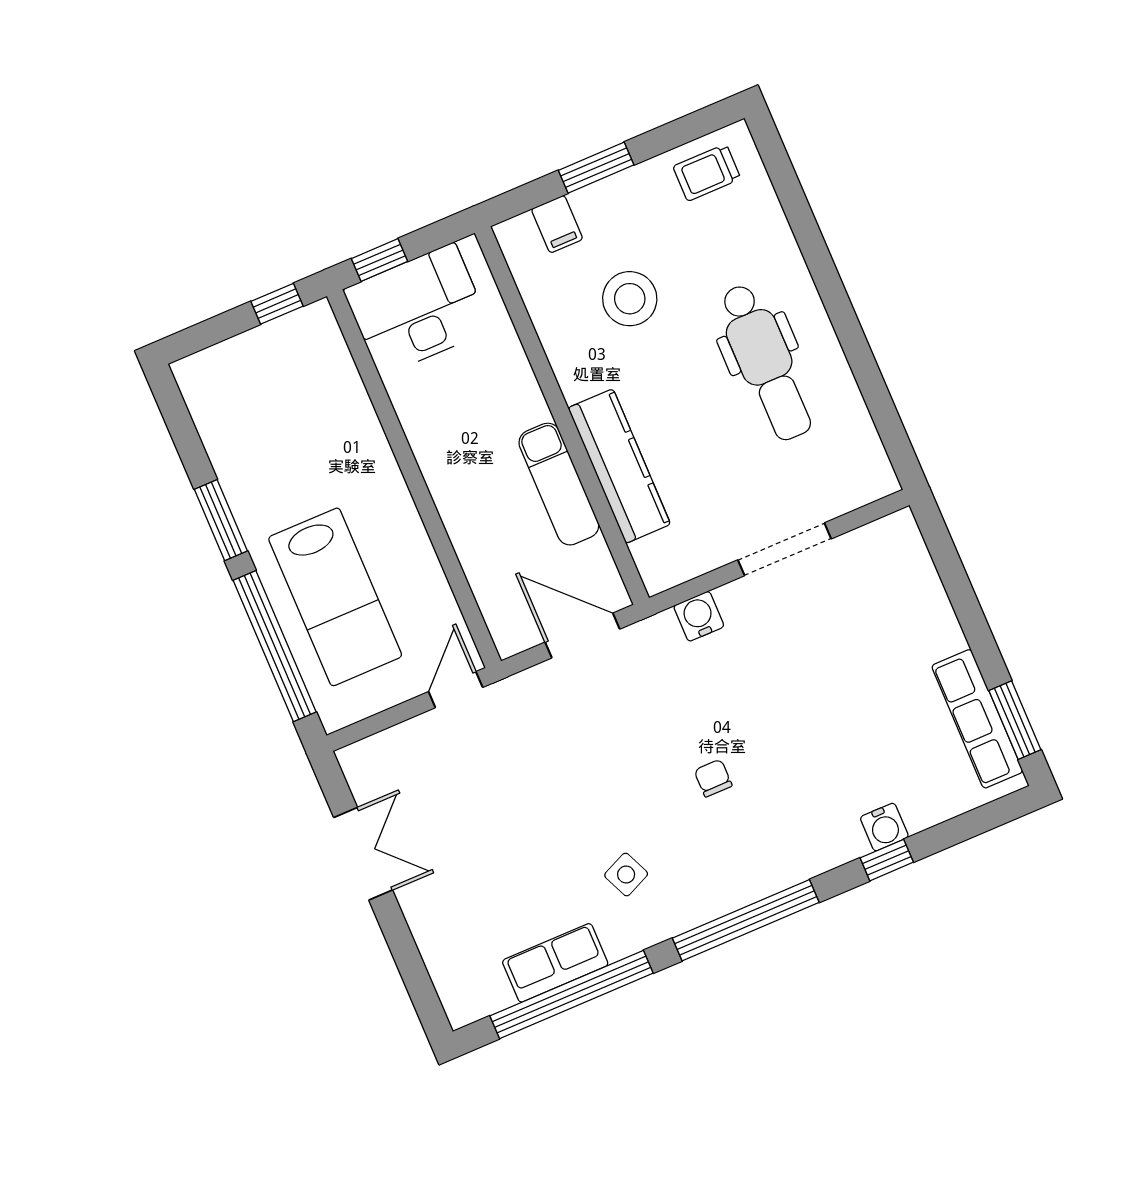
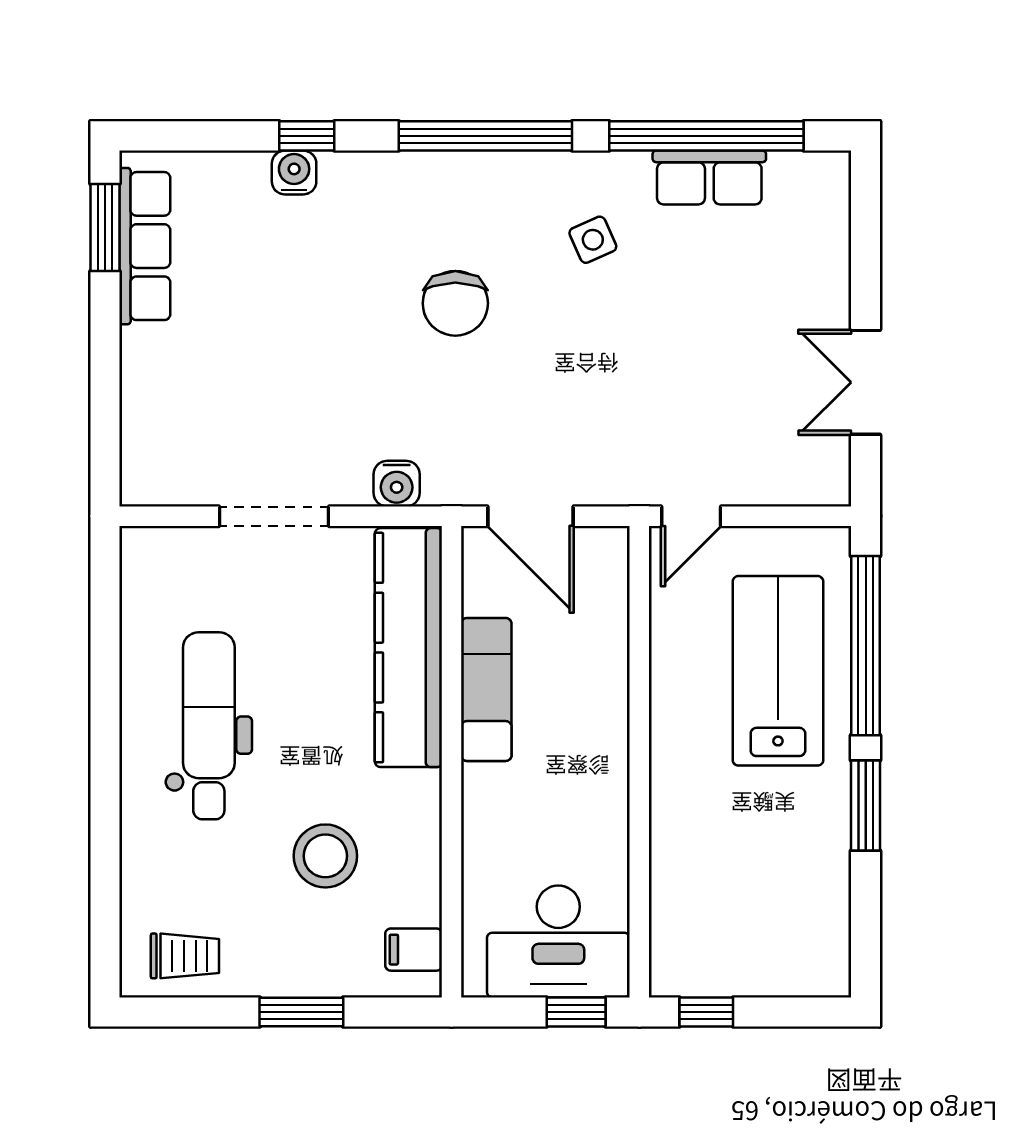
filing cabinet: (557, 224) -> (414, 950), moved, turned -90
kitchen counter: (619, 466) -> (408, 648), width x1.39, depth x1.17
chair: (713, 778) -> (455, 303), width x1.87, depth x1.87

